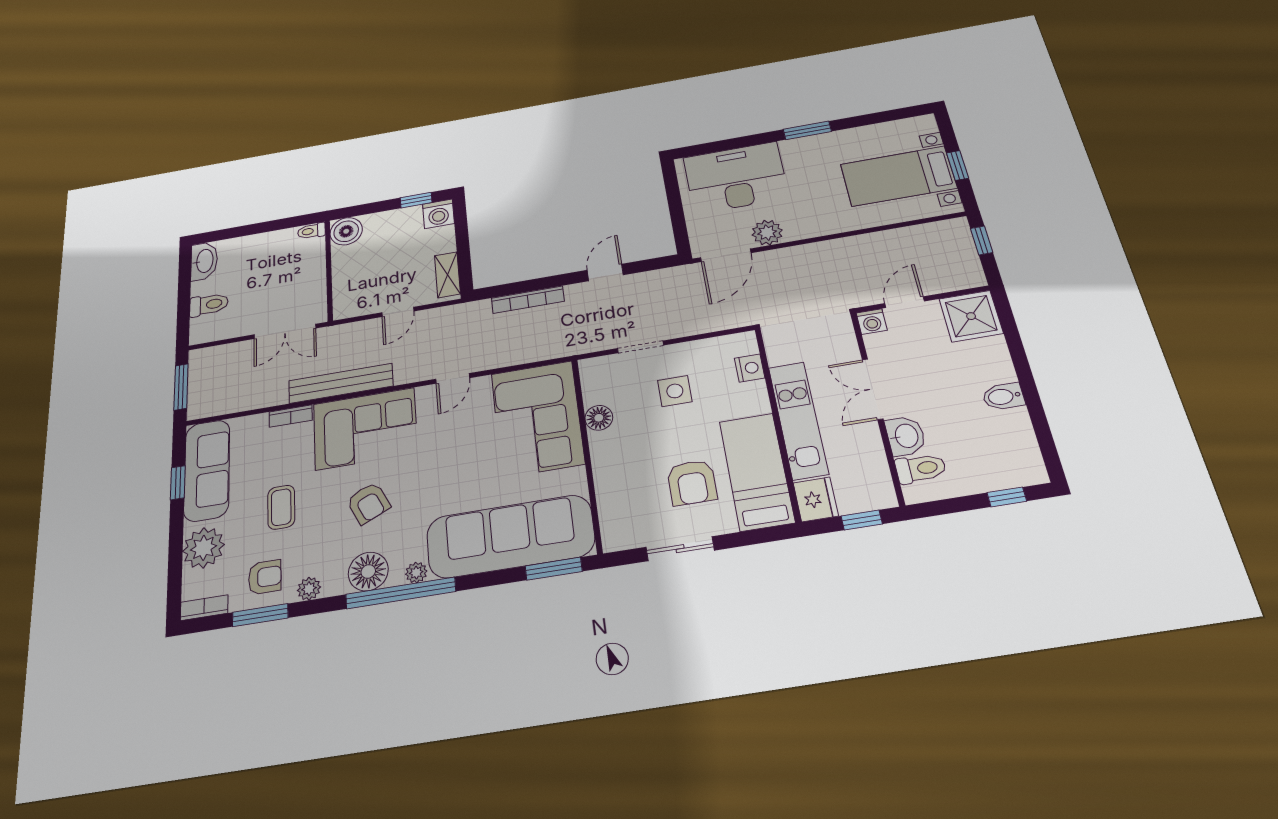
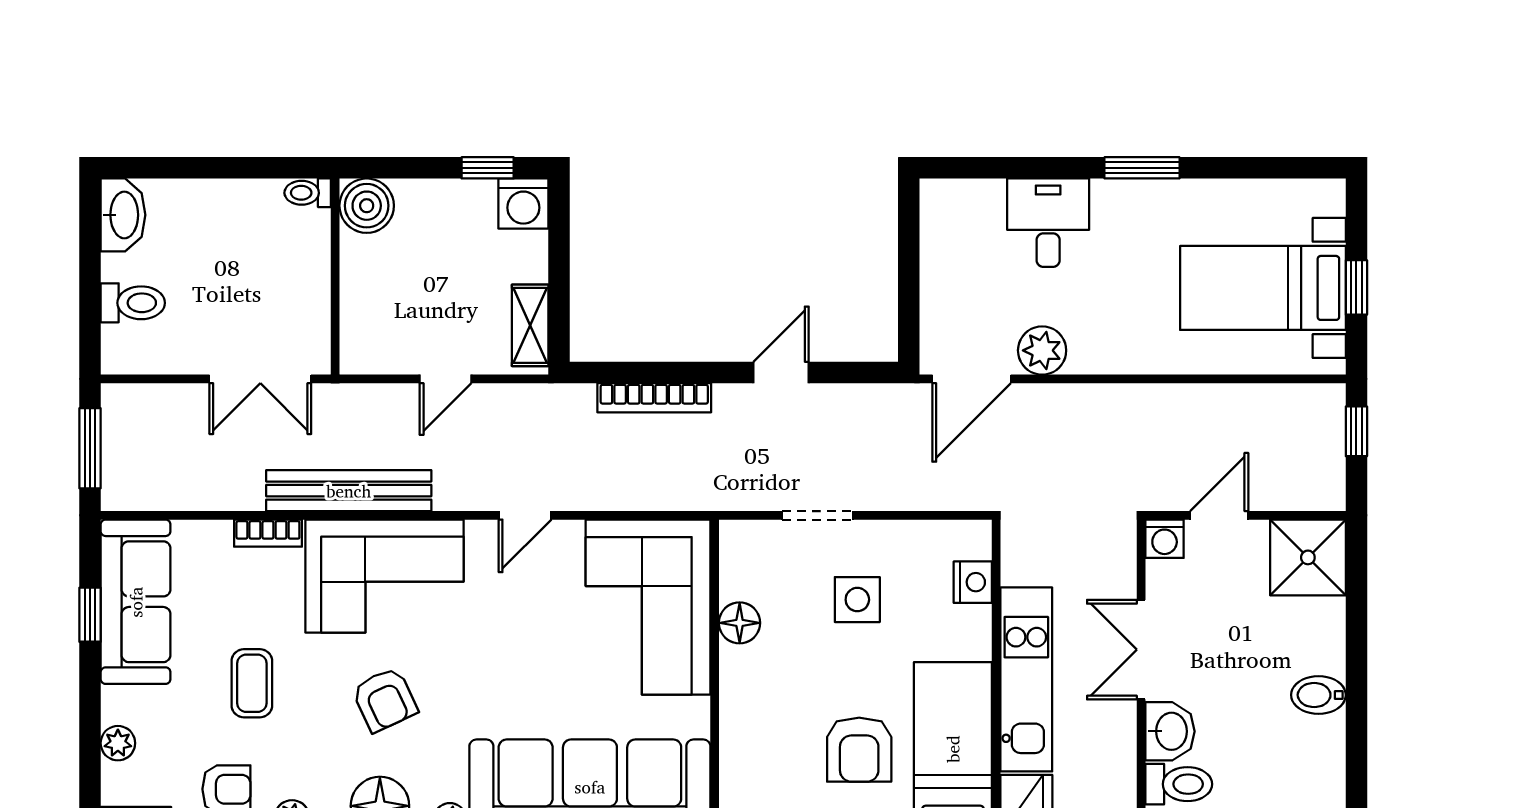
desk: (736, 178) -> (1048, 223), width x0.53, depth x0.77
plant: (203, 548) -> (118, 743), width x0.53, depth x0.53

